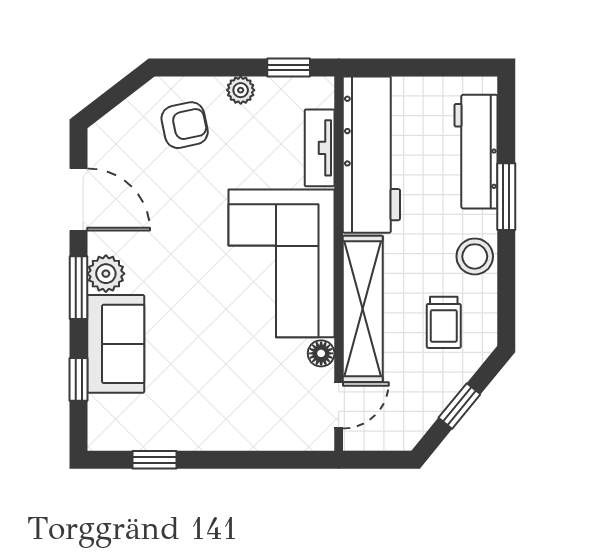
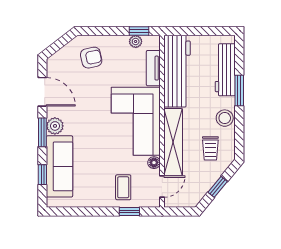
plant: (241, 90) -> (136, 42), moved
sofa: (116, 344) -> (60, 166), width x1.36
coffee table: (254, 407) -> (123, 187), added
window: (155, 460) -> (129, 212), moved

